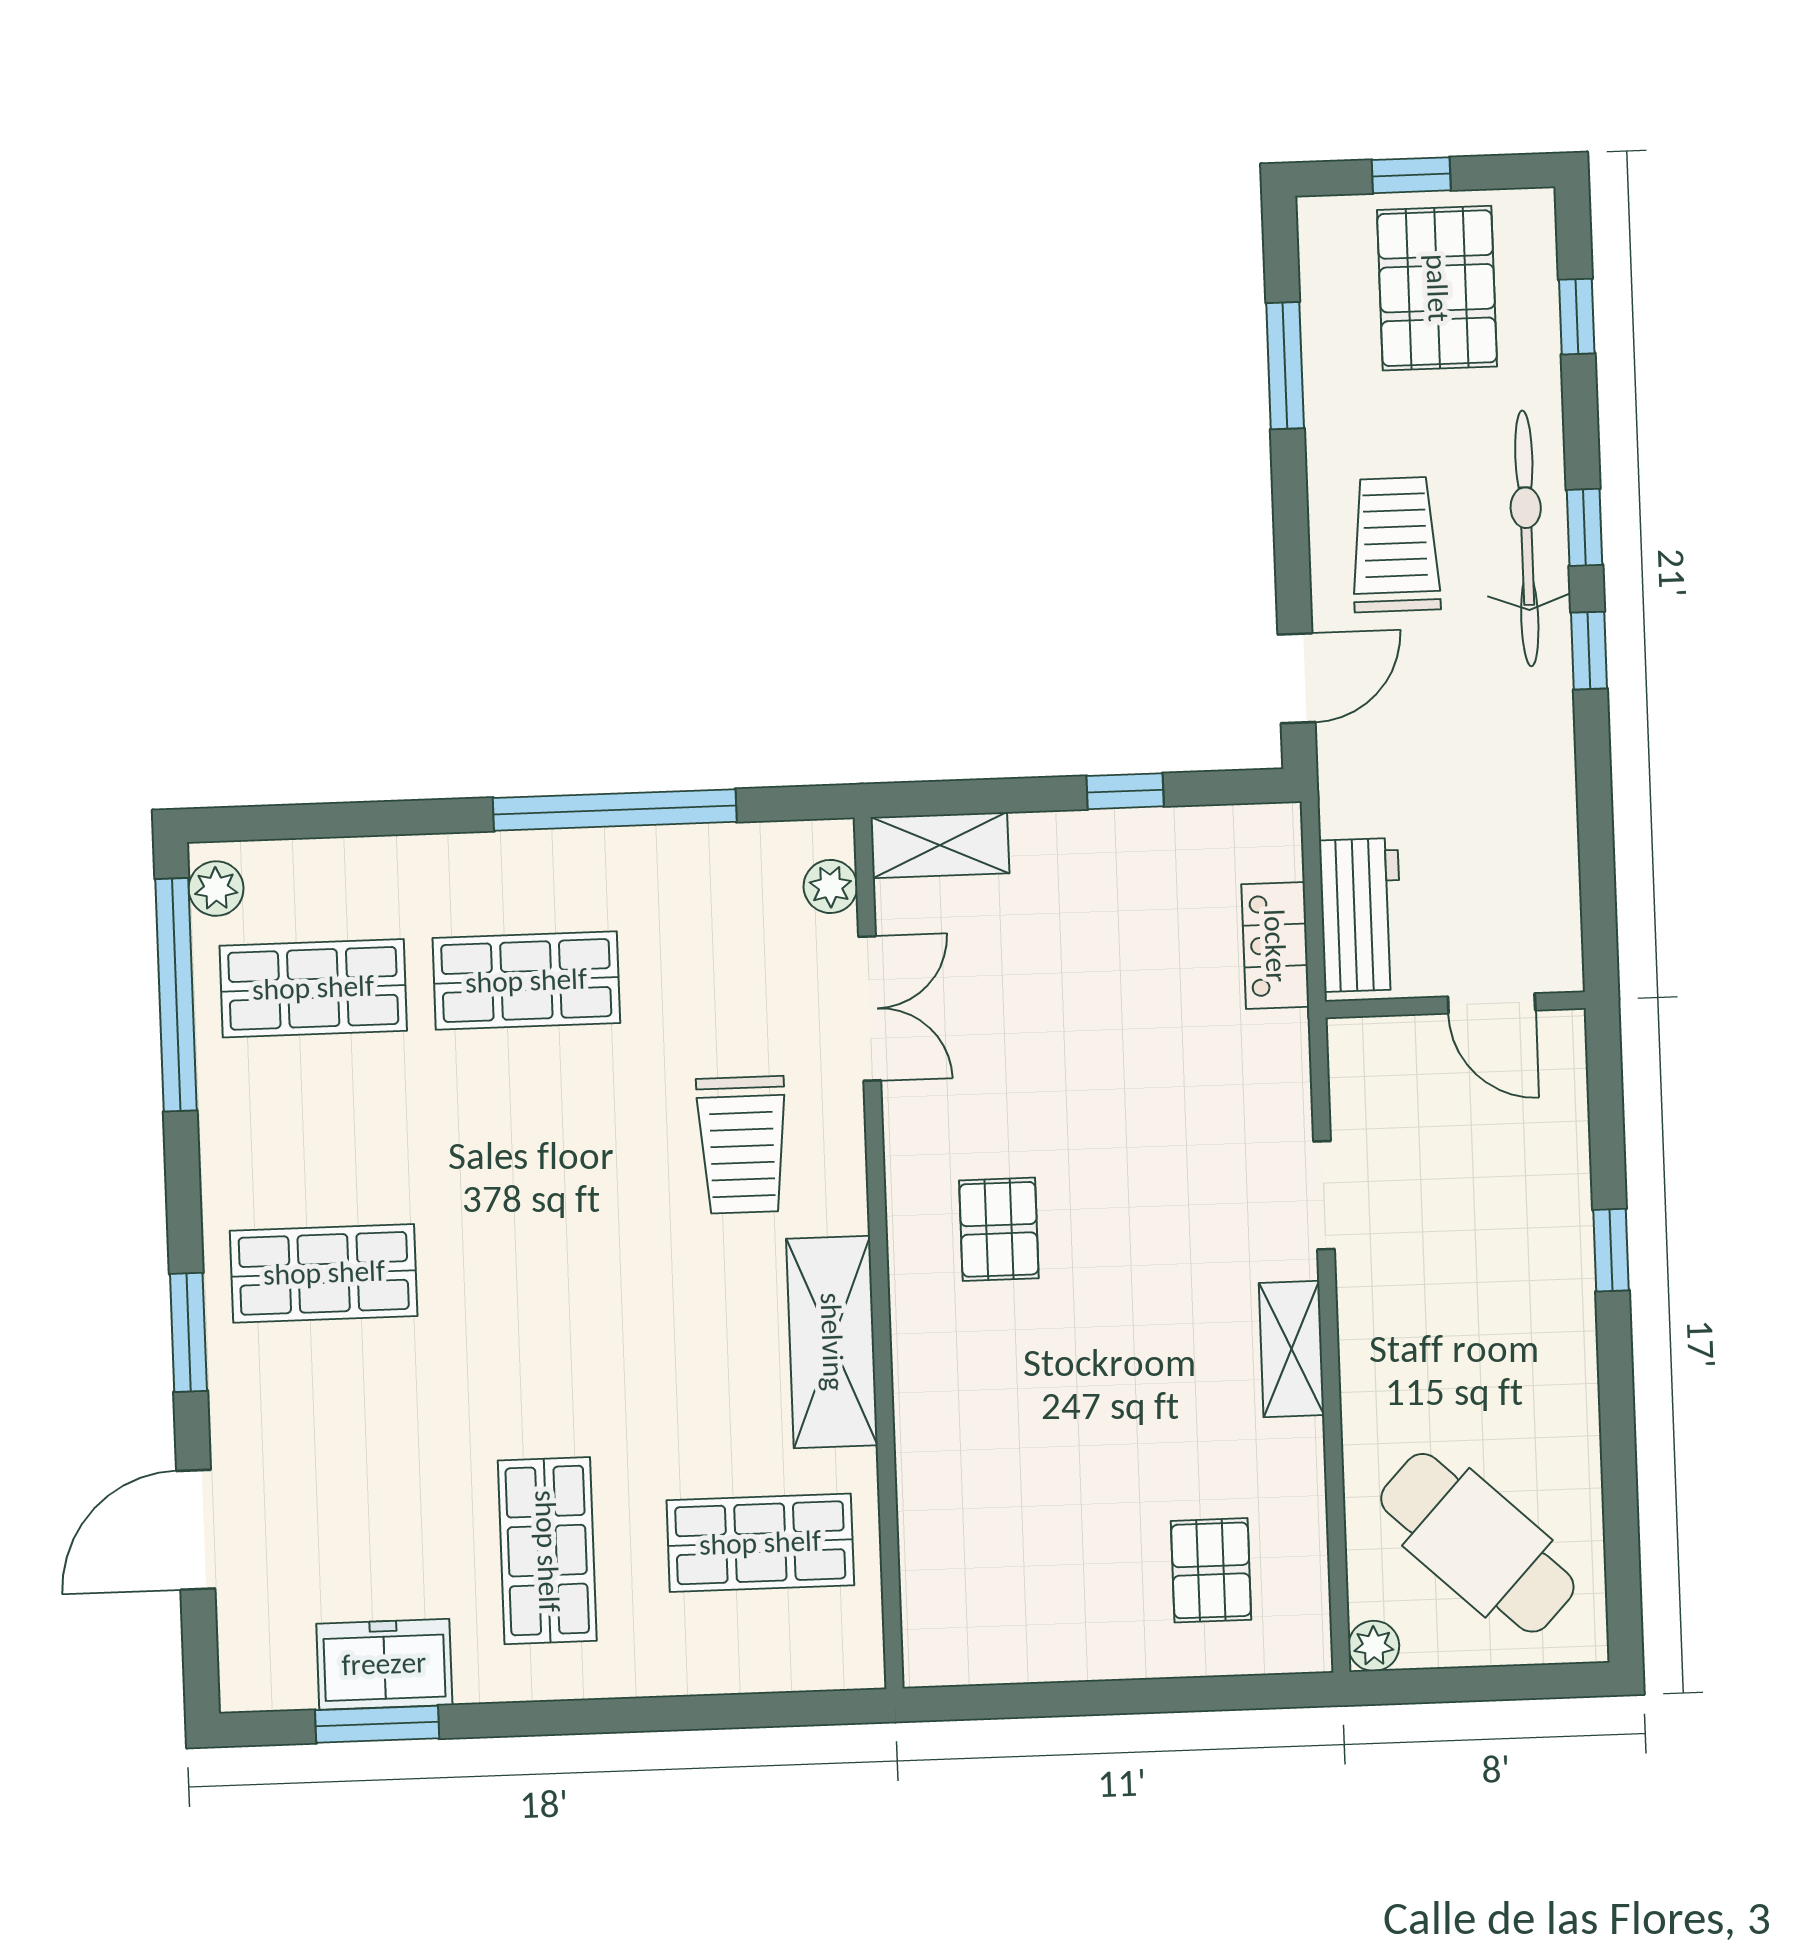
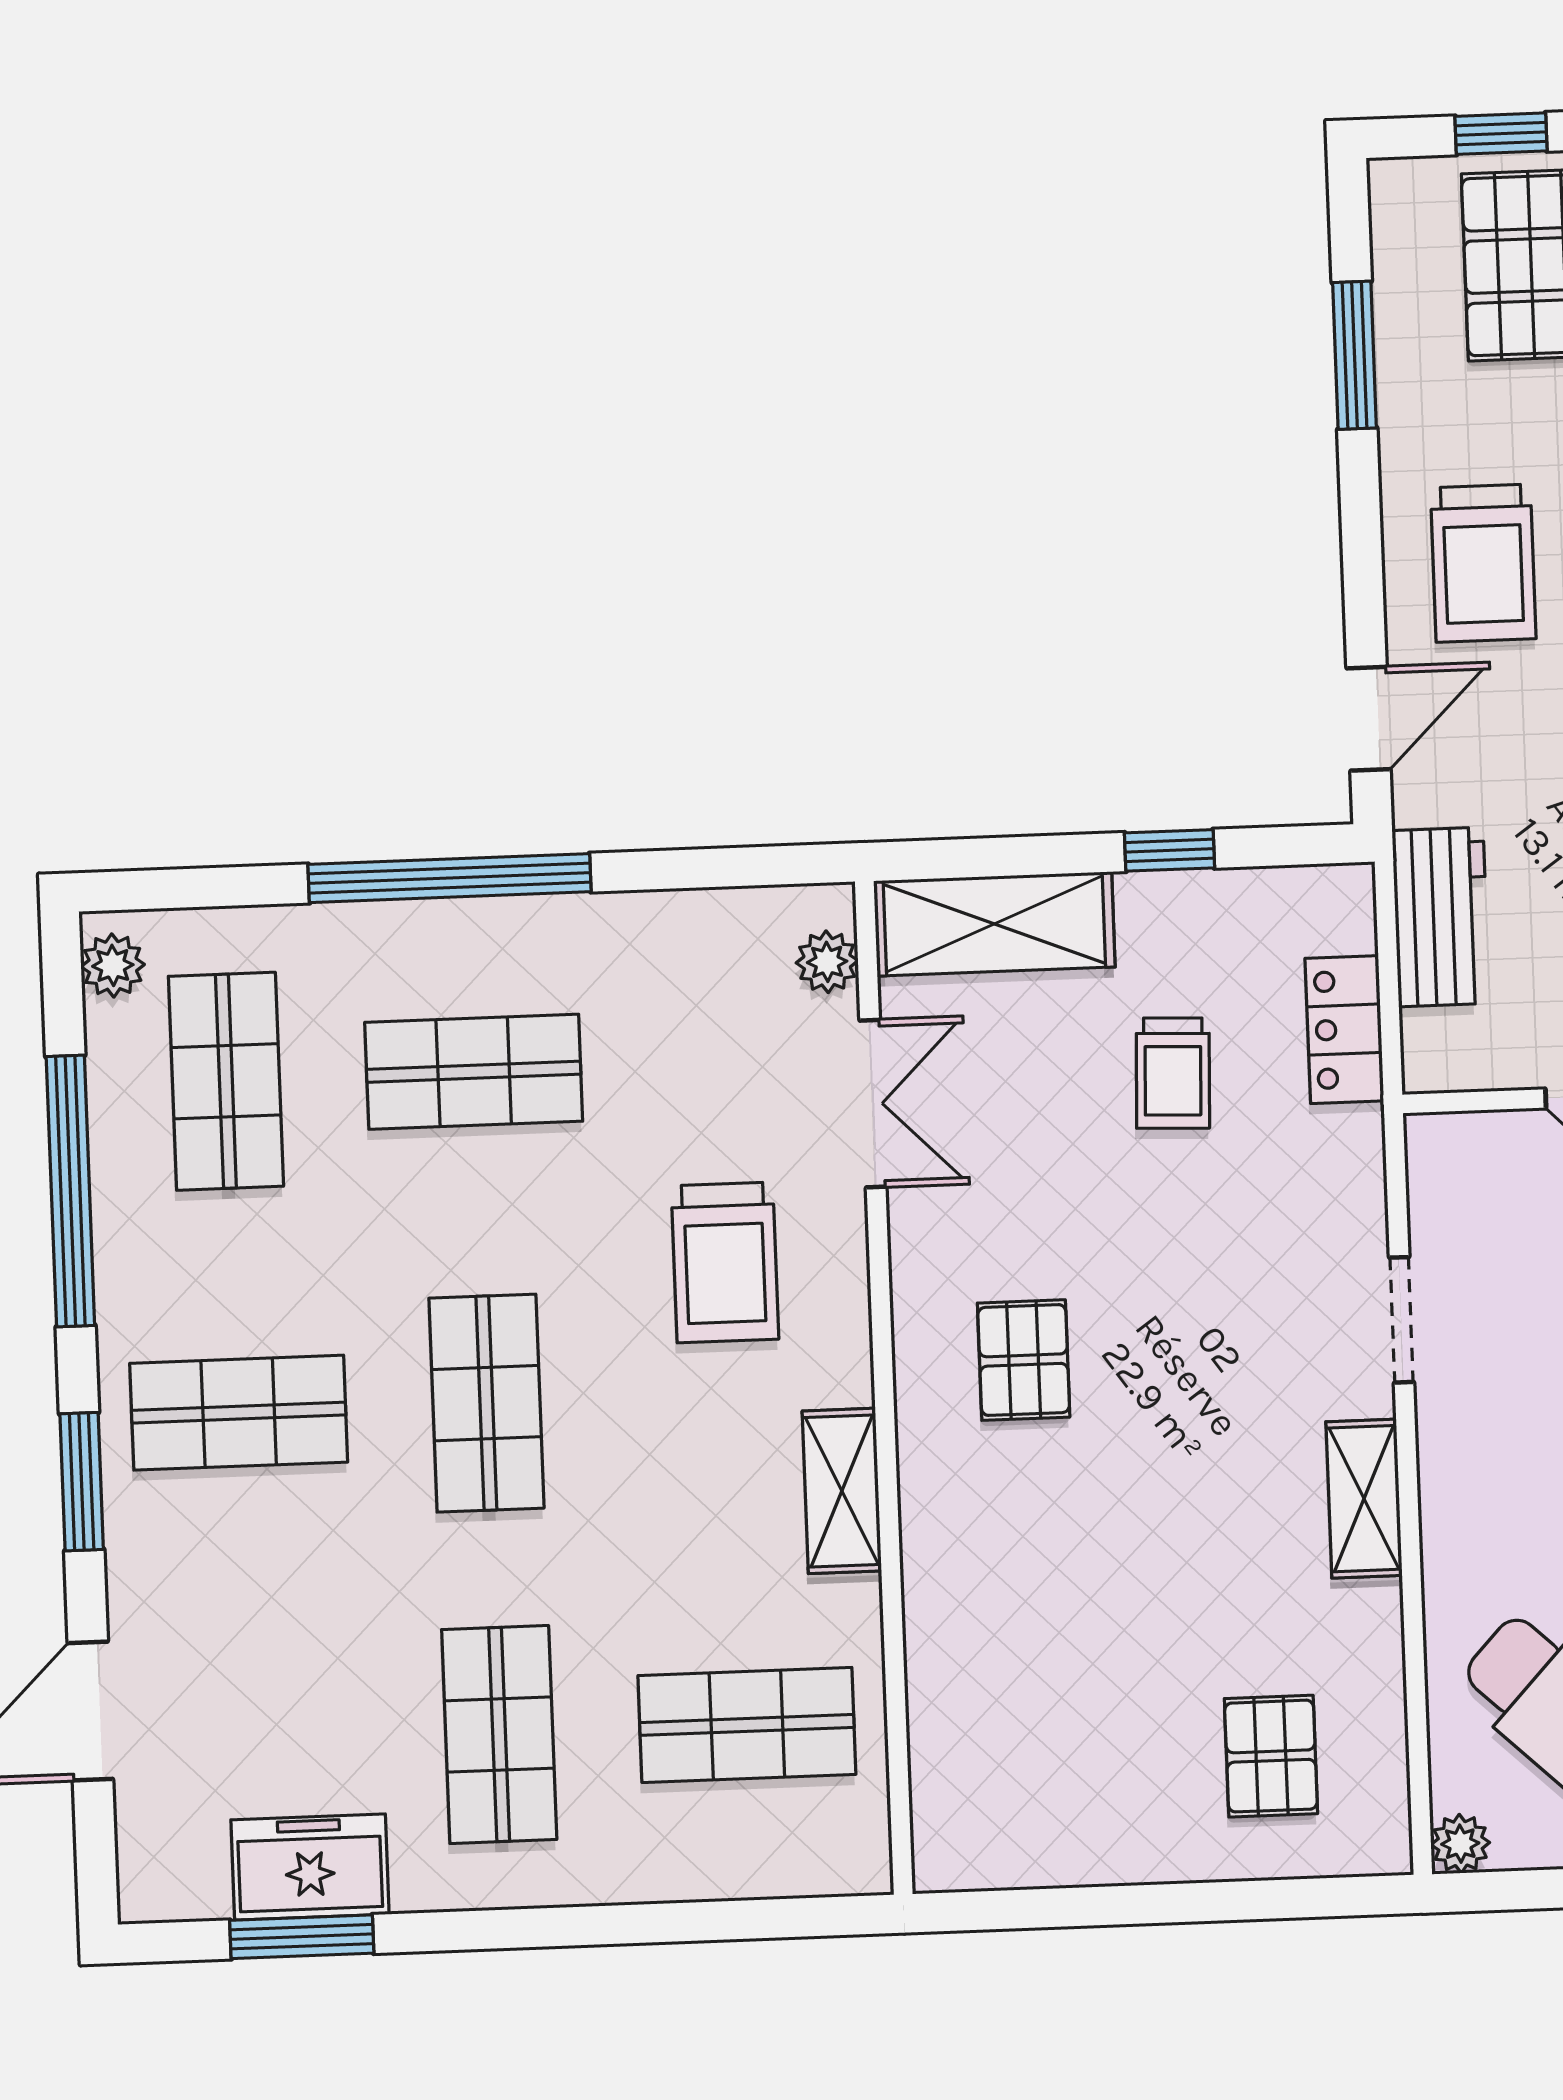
trolley: (1395, 545) -> (1483, 563), turned 180
window: (615, 810) -> (450, 878), moved
shelving: (940, 845) -> (994, 924), width x1.50, depth x1.33
workbench: (1361, 915) -> (1441, 917), moved
trolley: (1128, 983) -> (1173, 1073), added
shop shelf: (313, 988) -> (226, 1081), turned 90
window: (176, 995) -> (70, 1191), moved
shop shelf: (537, 1266) -> (486, 1403), added
shelving: (832, 1342) -> (842, 1491), width x0.67, depth x0.75

